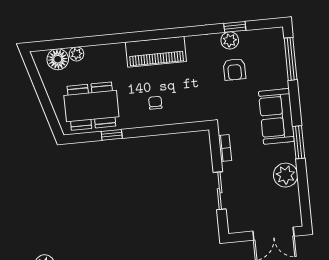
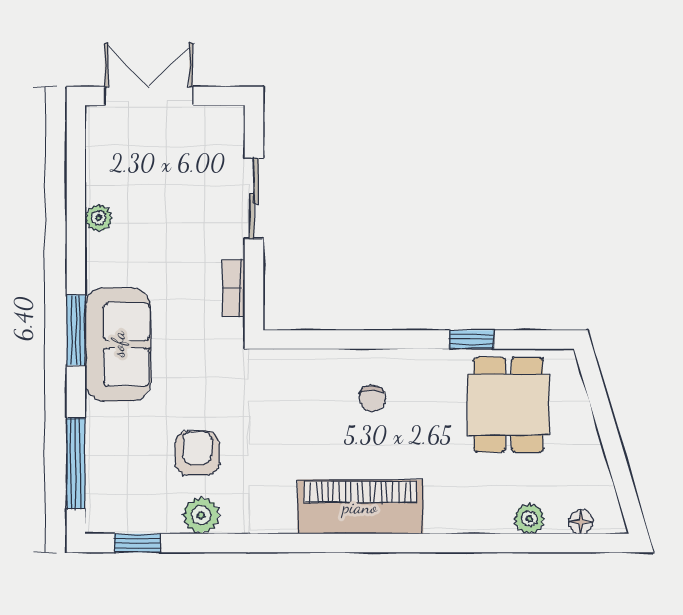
window: (235, 27) -> (137, 543), moved
floor lamp: (58, 59) -> (581, 522), width x0.53, depth x0.53
dining table: (91, 106) -> (508, 405), width x0.73
window: (299, 142) -> (76, 330), moved
plant: (286, 175) -> (99, 218), width x0.53, depth x0.53

